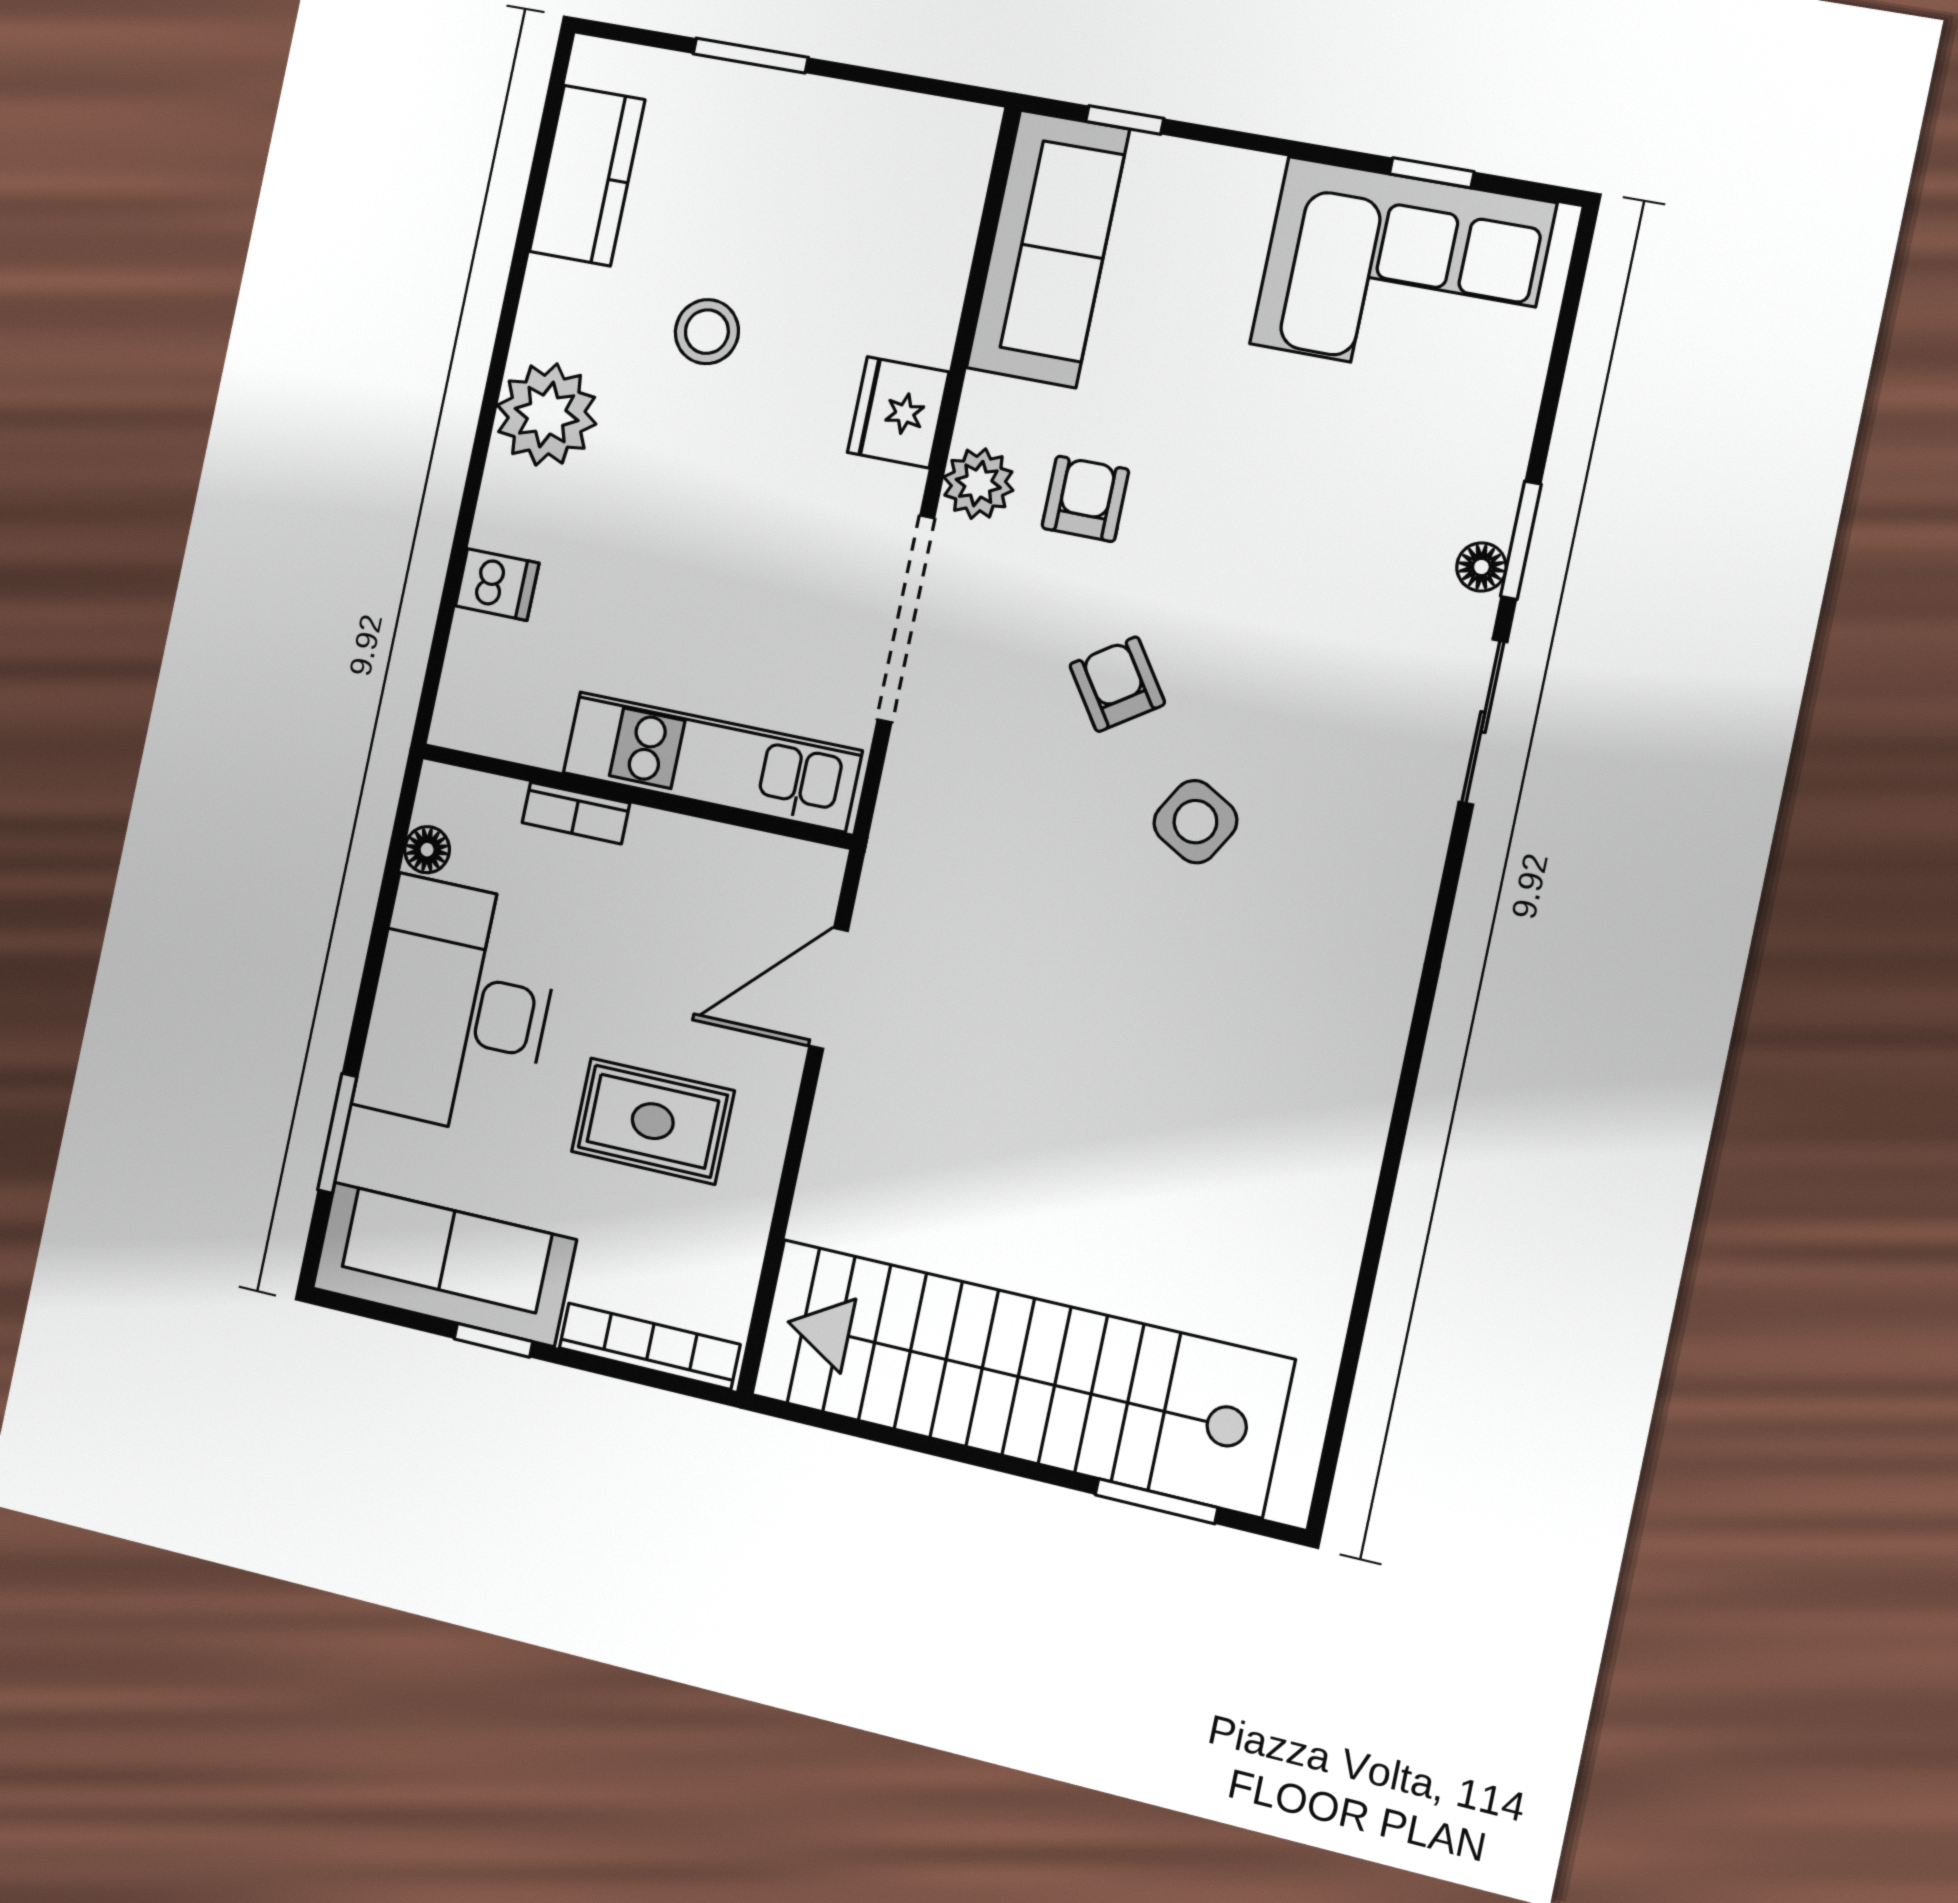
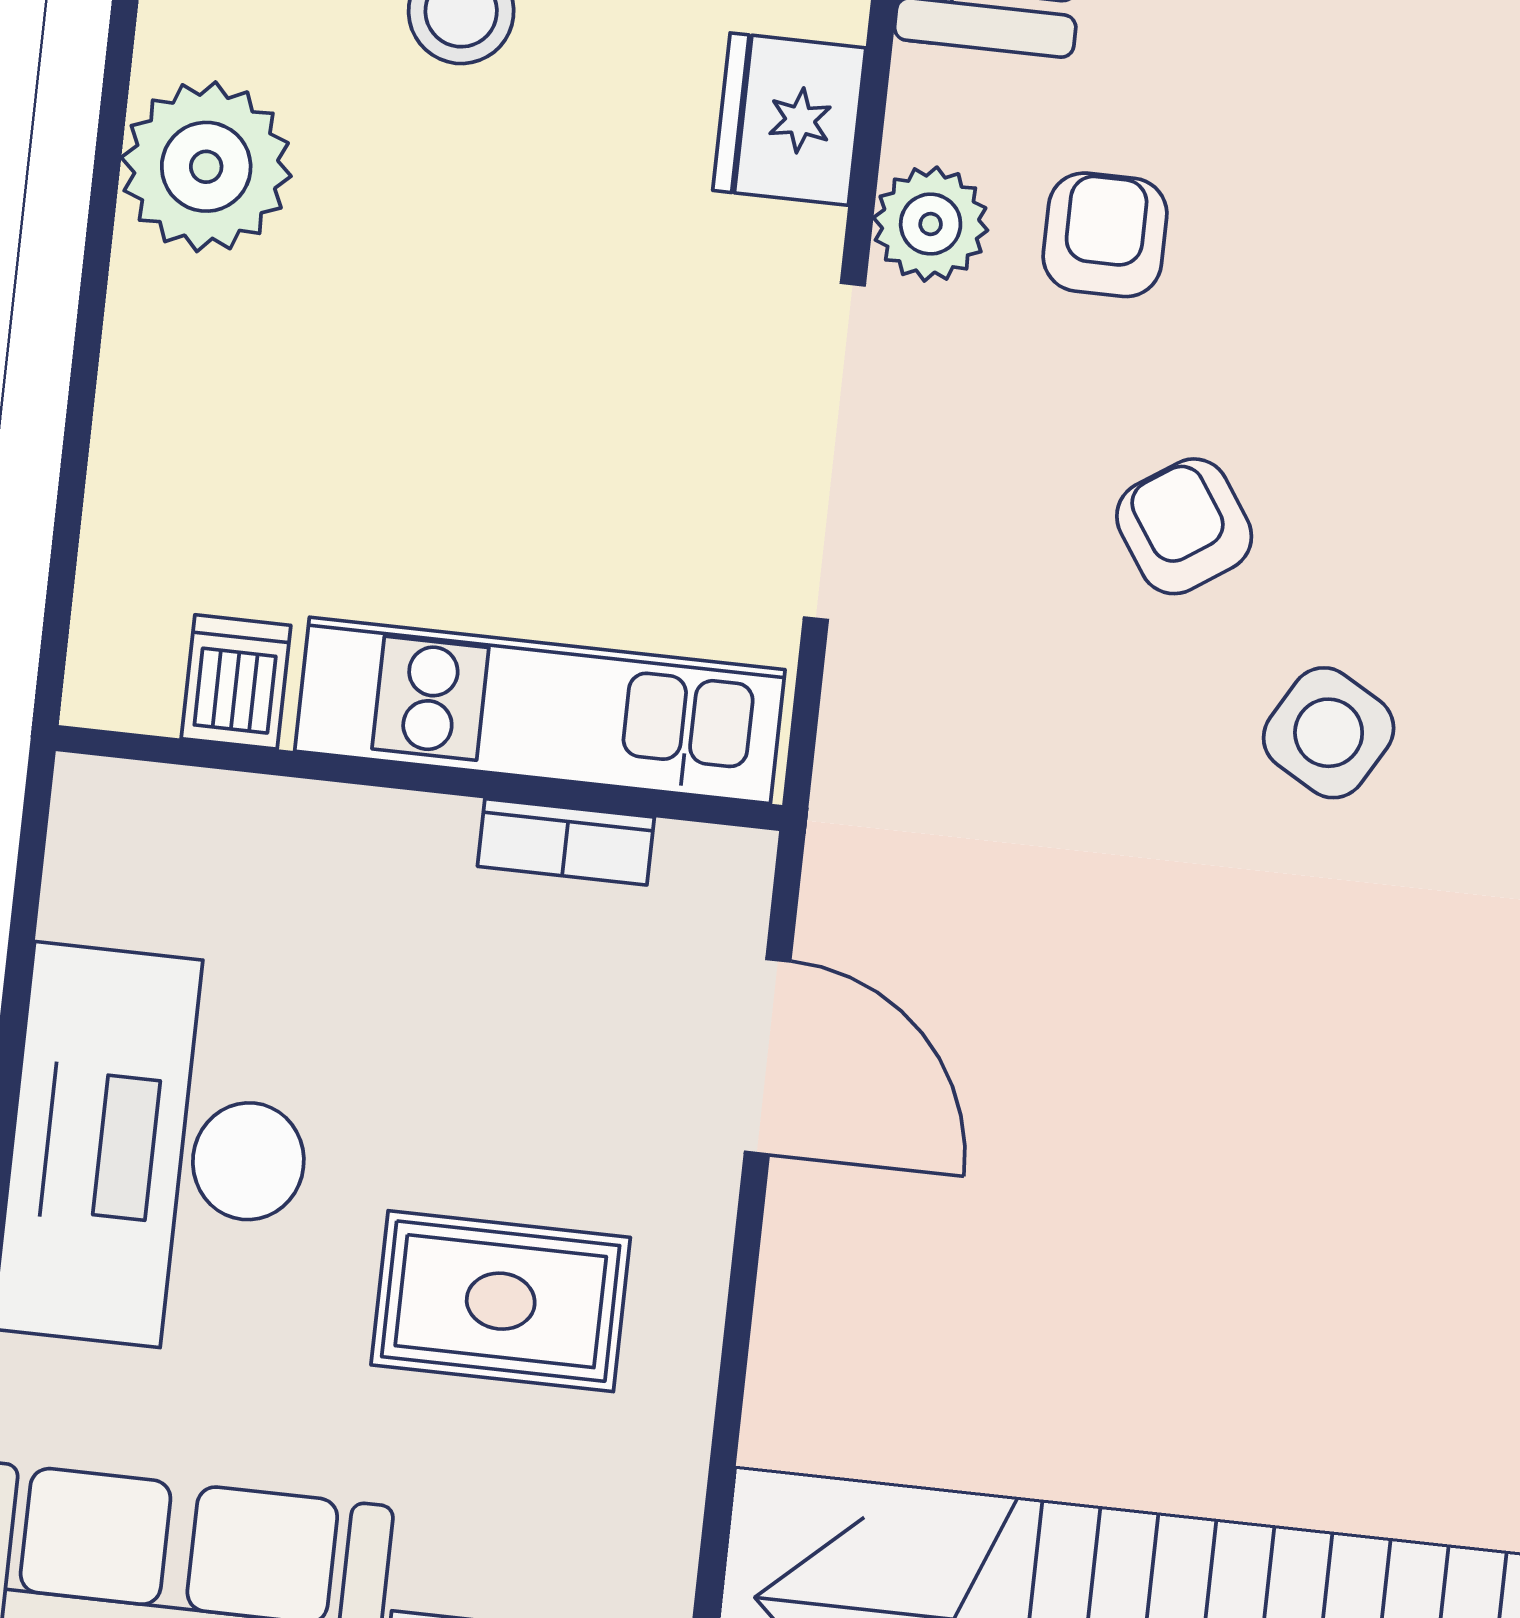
dishwasher: (497, 585) -> (236, 682), moved, turned -90
bookcase: (576, 813) -> (566, 842), moved
floor lamp: (427, 850) -> (78, 899), removed
door: (829, 988) -> (768, 1057), swing flipped

